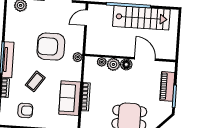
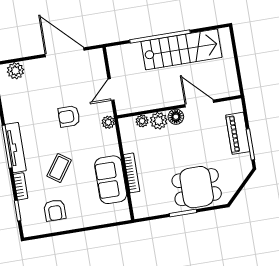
door: (86, 18) -> (111, 90), moved
armchair: (51, 47) -> (69, 116), width x0.53, depth x0.53
armchair: (25, 110) -> (55, 210), turned 90

